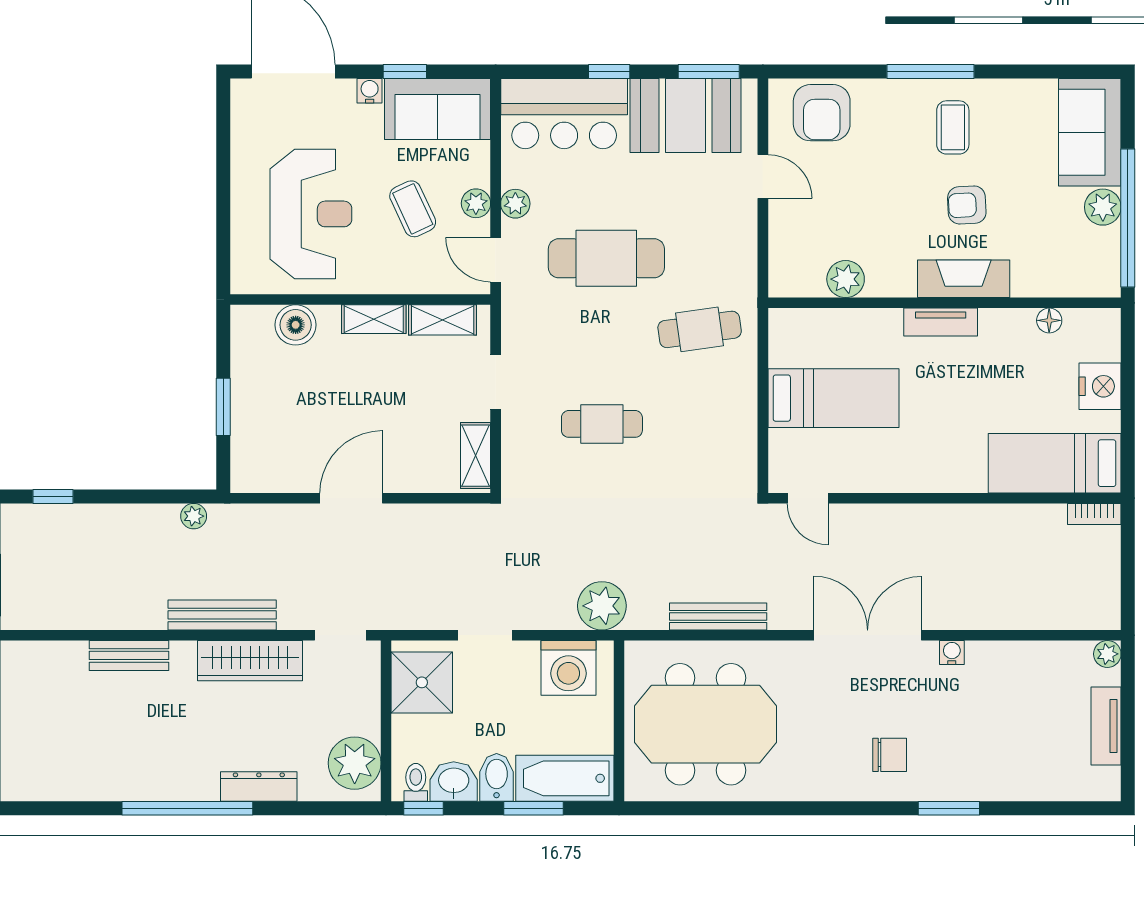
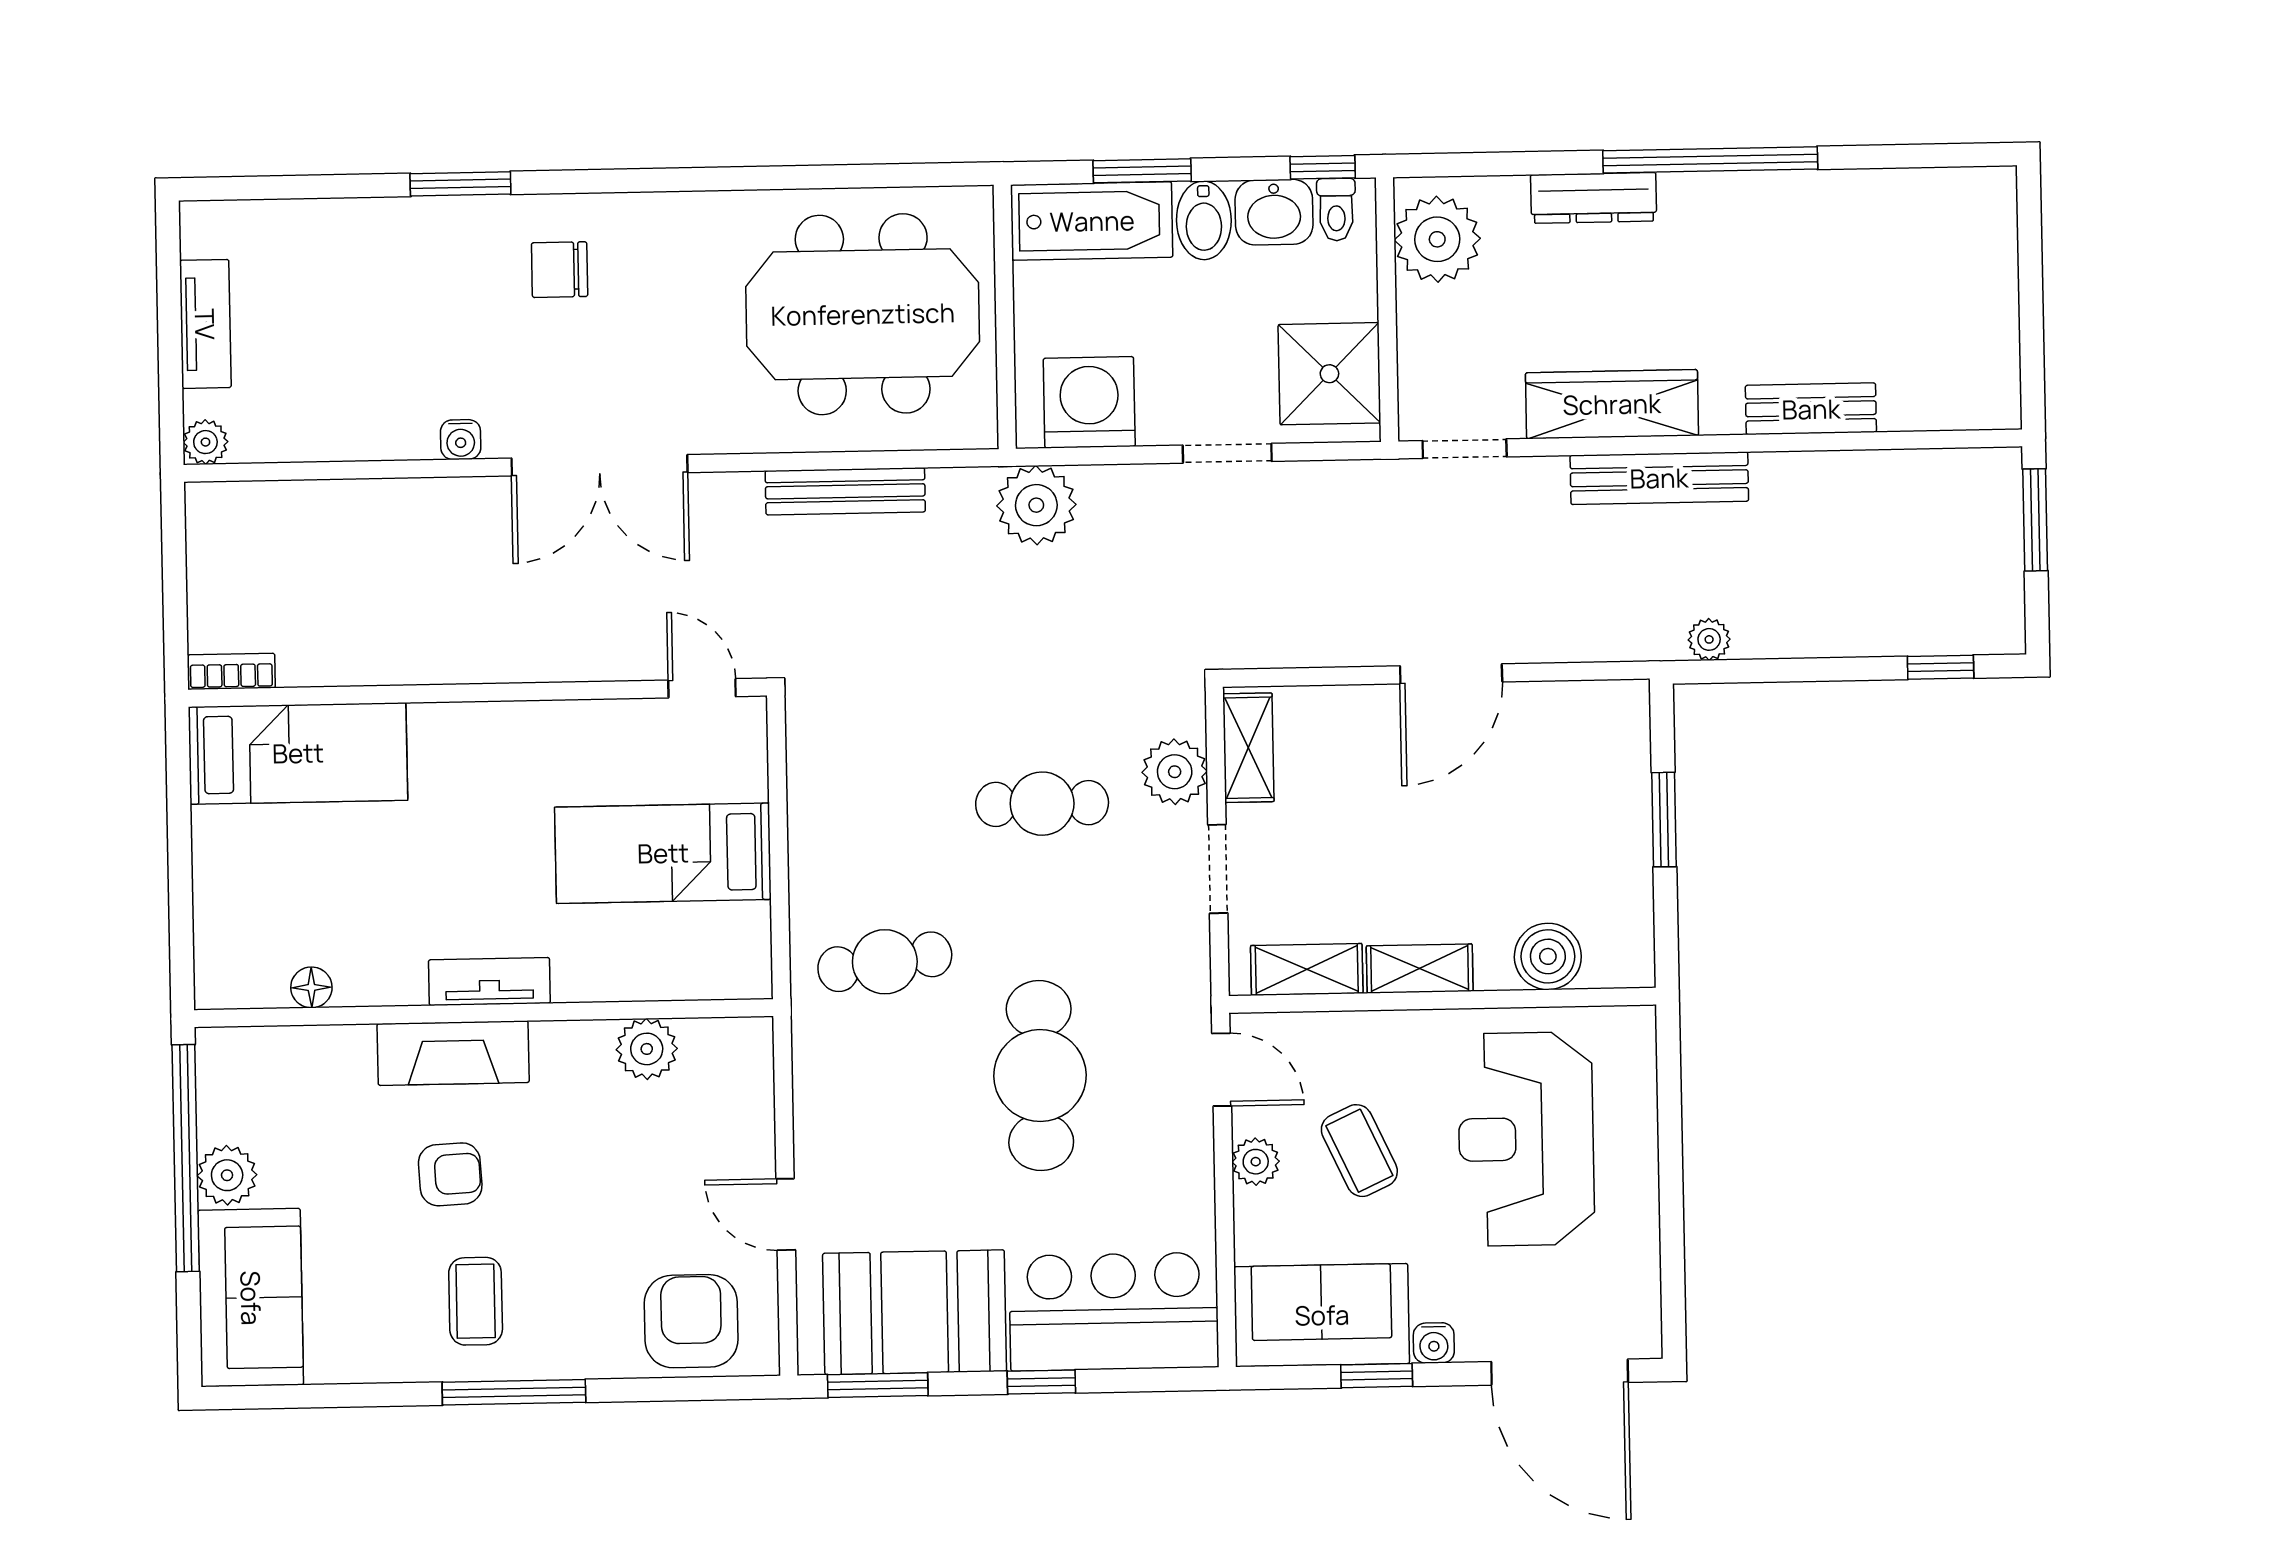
plant: (515, 204) -> (1175, 772), moved, width x1.38, depth x1.38
cafe table: (606, 258) -> (1040, 1076), turned 90
nightstand: (1100, 386) -> (226, 881), removed

